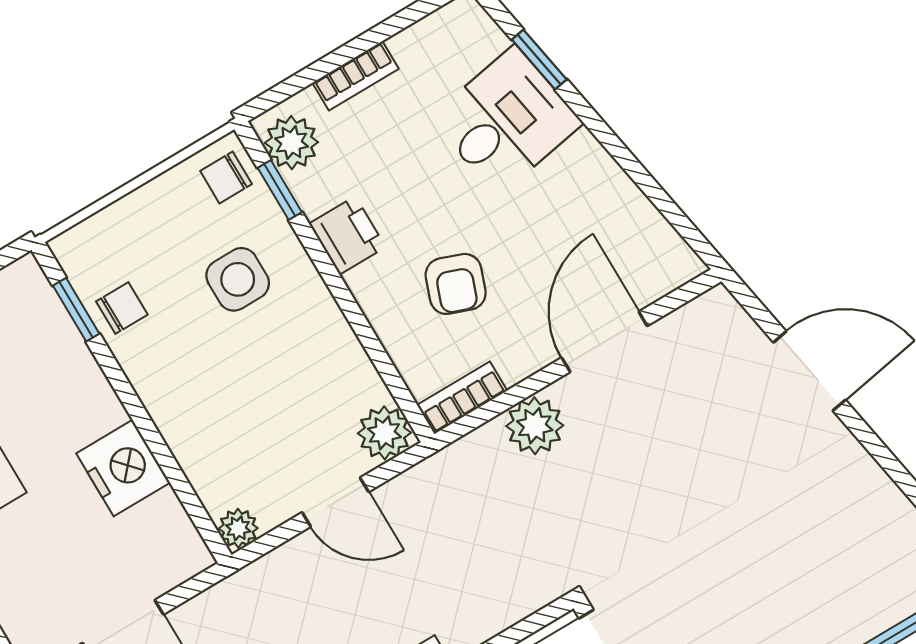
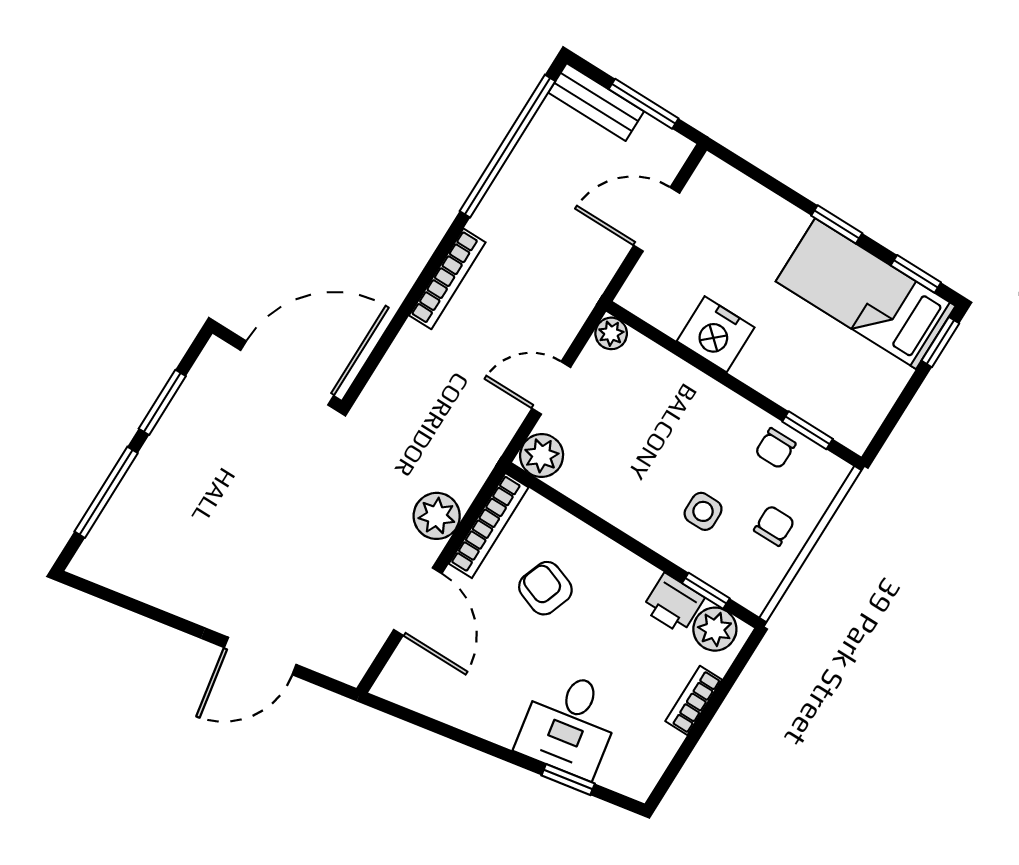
chair: (226, 177) -> (774, 526), moved
printer: (347, 235) -> (673, 603), moved
side table: (238, 279) -> (703, 511), width x0.73, depth x0.73
bookcase: (462, 398) -> (489, 526), width x1.56

